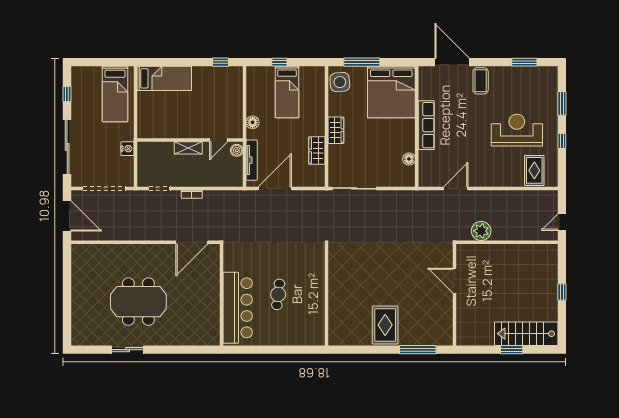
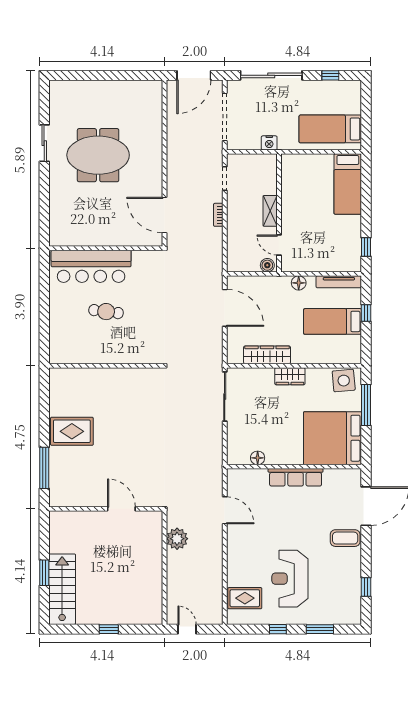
window: (524, 62) -> (366, 587), width x0.67
reception desk: (517, 130) -> (290, 579), turned 180
wardrobe: (317, 151) -> (267, 355), width x1.50
tv unit: (252, 160) -> (339, 282), moved
door: (454, 281) -> (121, 509), hinge flipped
meeting table: (138, 302) -> (98, 155), turned 90

